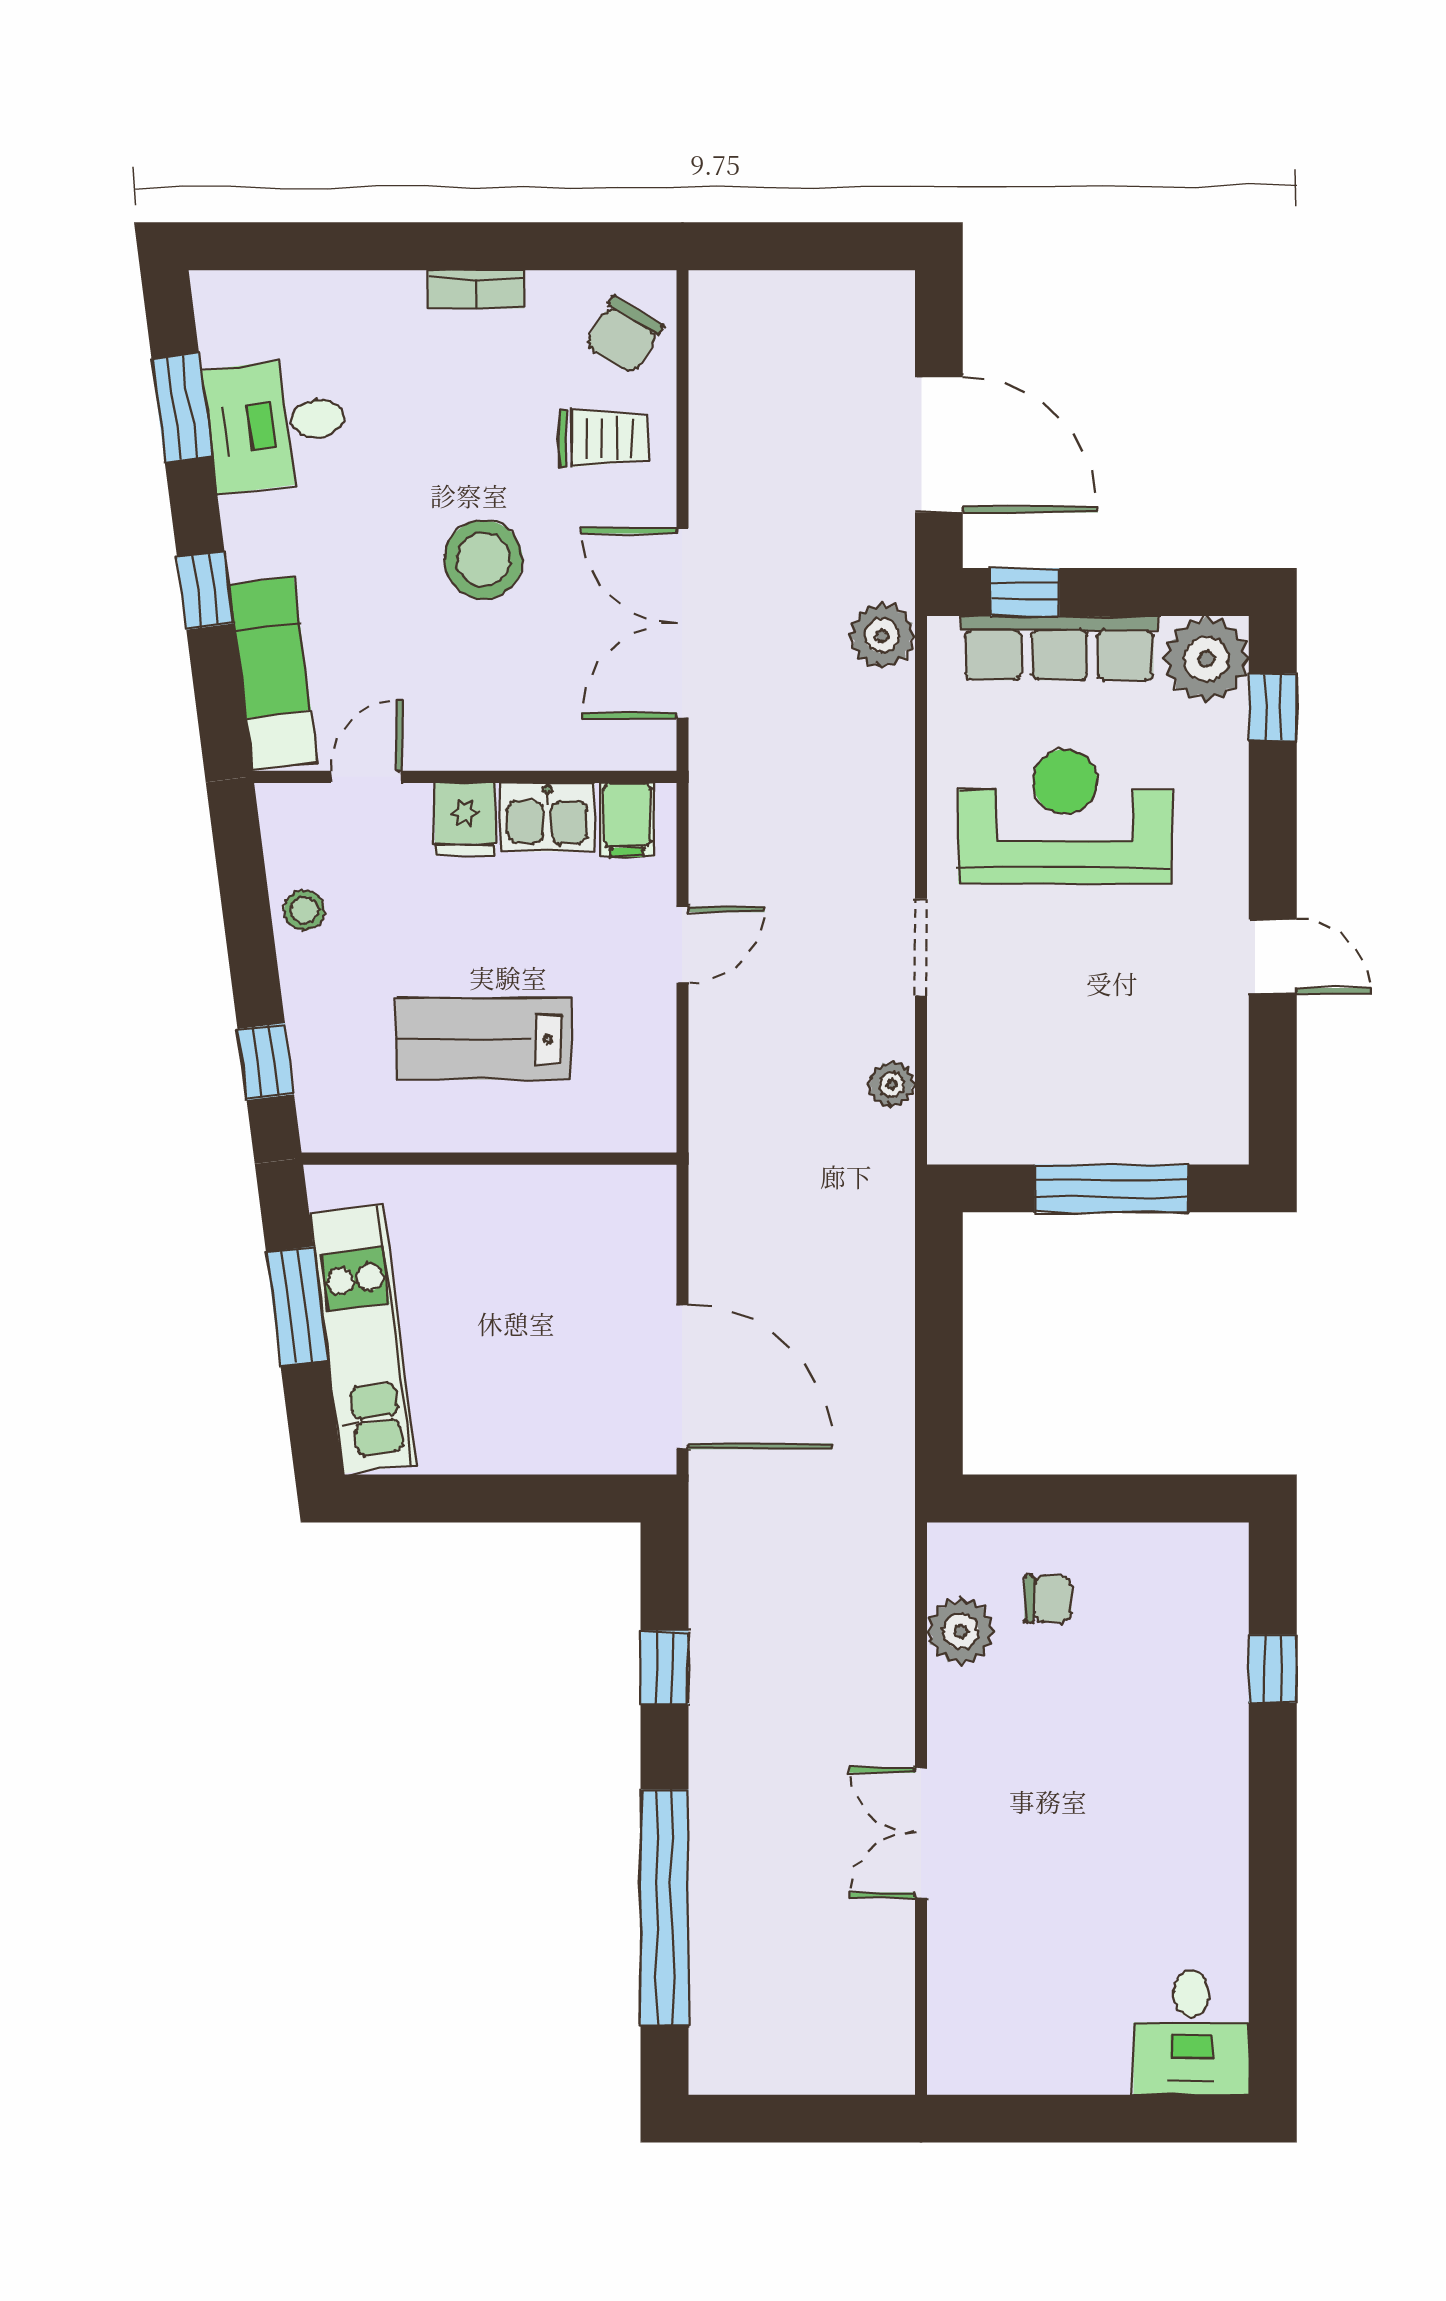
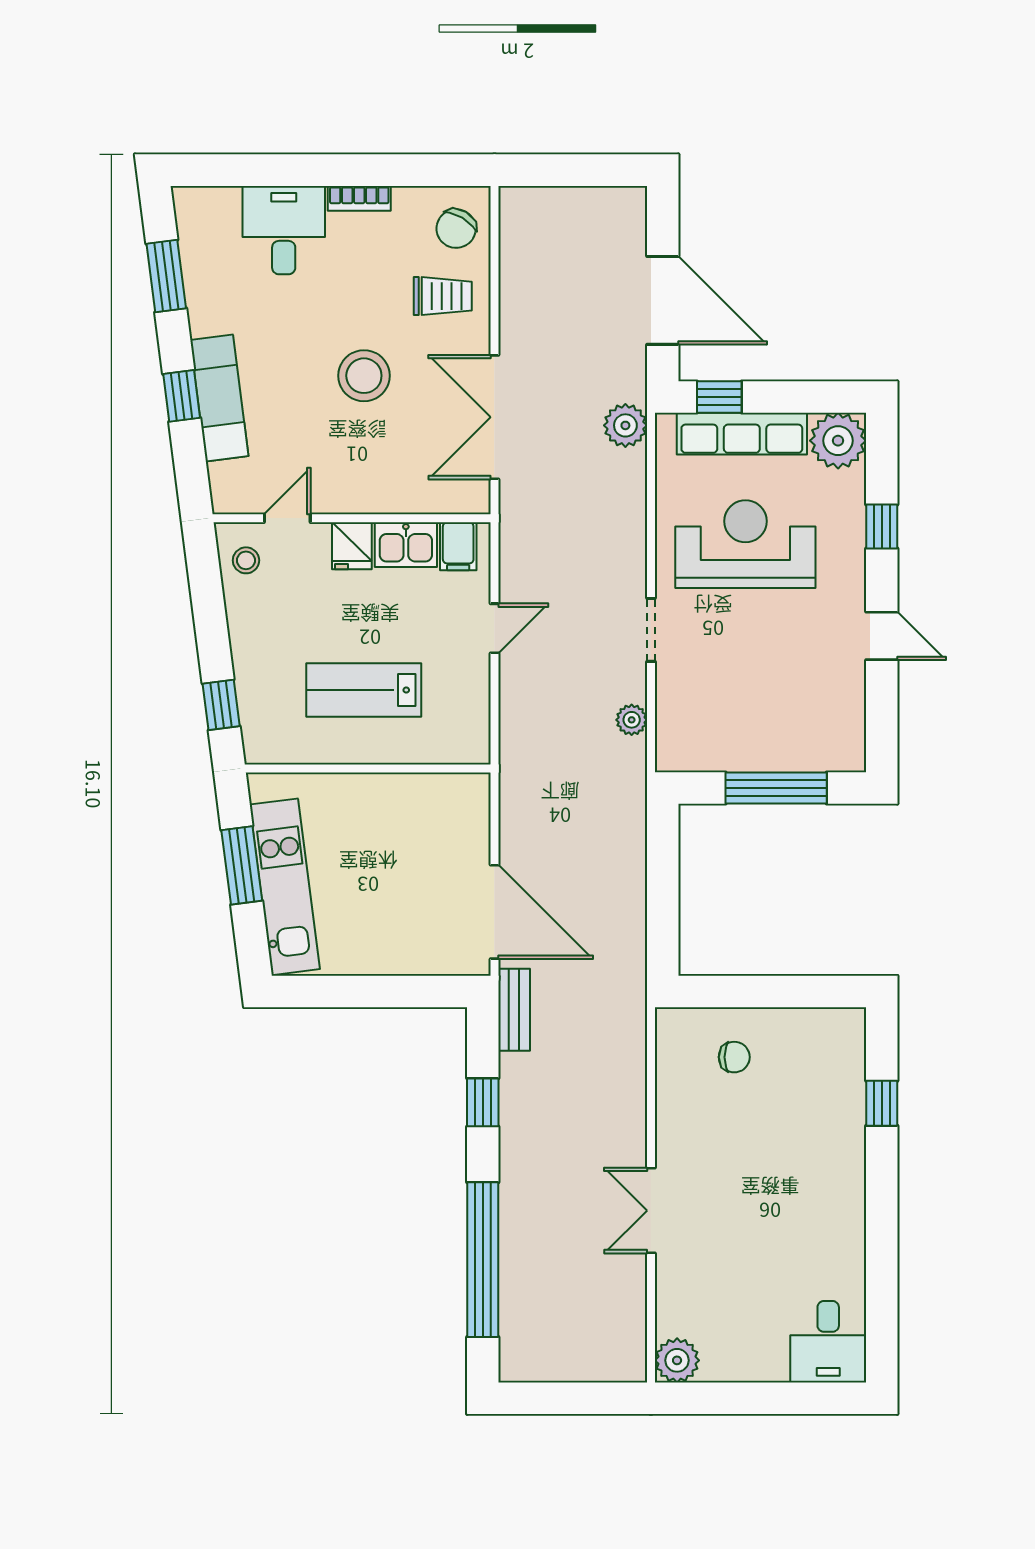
desk: (276, 424) -> (284, 230), moved, turned 97
exam couch: (273, 673) -> (219, 398), moved
window: (1273, 707) -> (882, 527), moved
stool: (304, 910) -> (246, 560), moved
bench: (712, 1526) -> (514, 1010), added
plant: (961, 1631) -> (677, 1360), moved

